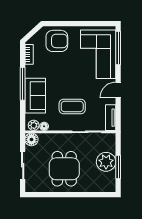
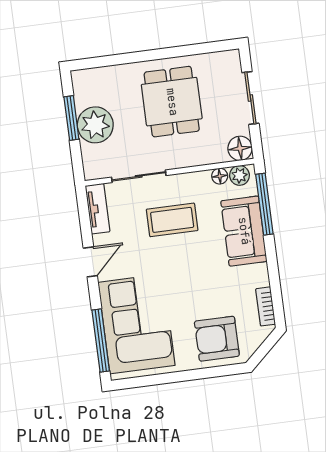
window: (23, 84) -> (264, 204), moved

